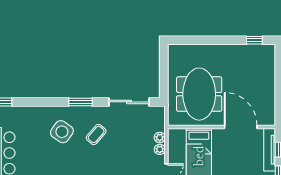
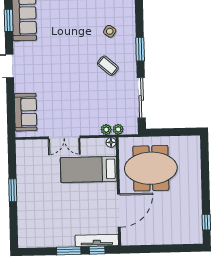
side table: (62, 132) -> (110, 31), width x0.54, depth x0.54
floor lamp: (173, 133) -> (111, 142), added
plant: (160, 149) -> (118, 129), moved

